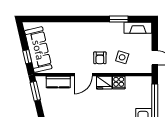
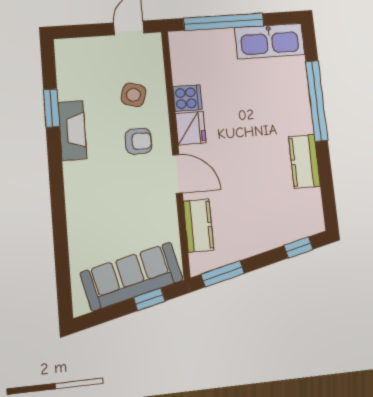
fireplace: (138, 28) -> (72, 131), moved

